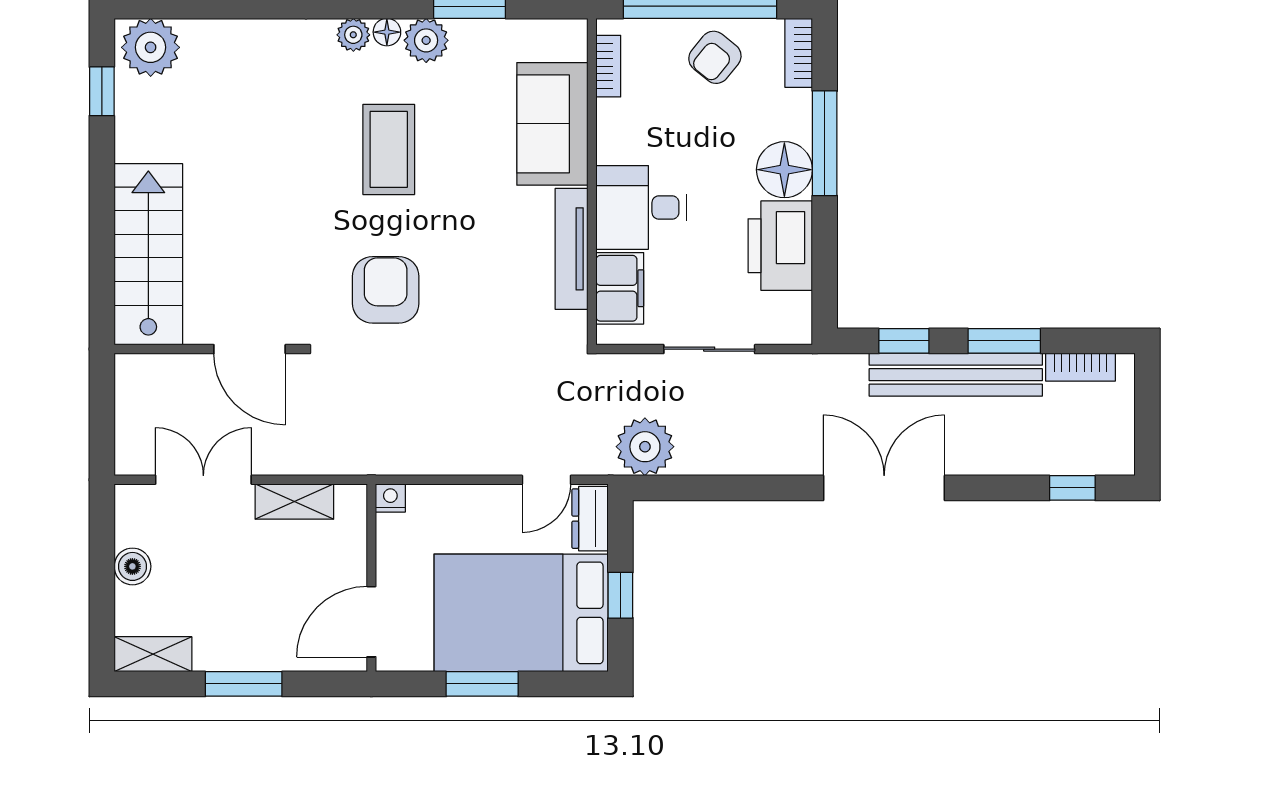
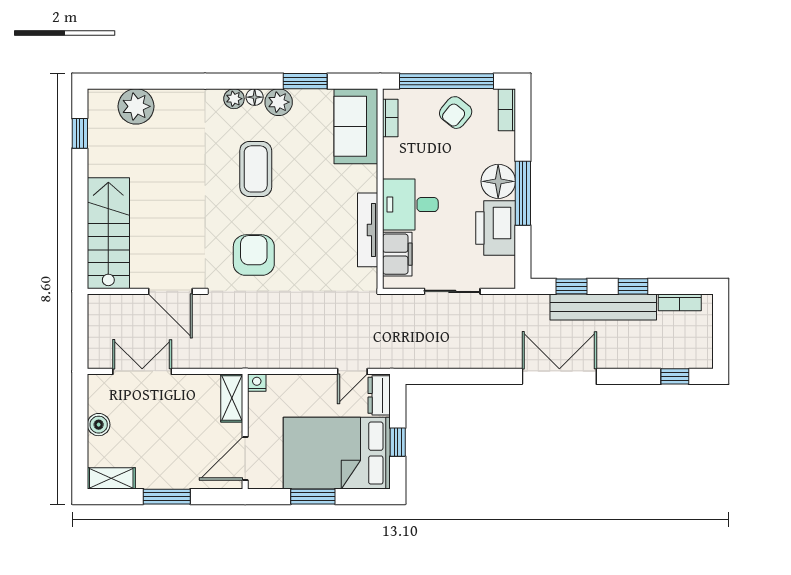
plant: (151, 47) -> (136, 106), moved
sofa: (552, 124) -> (356, 126), moved
window: (825, 143) -> (523, 193), moved
window: (1004, 341) -> (633, 286), width x0.67
plant: (645, 447) -> (413, 351), removed
shelving: (294, 502) -> (232, 398), moved, turned 90

